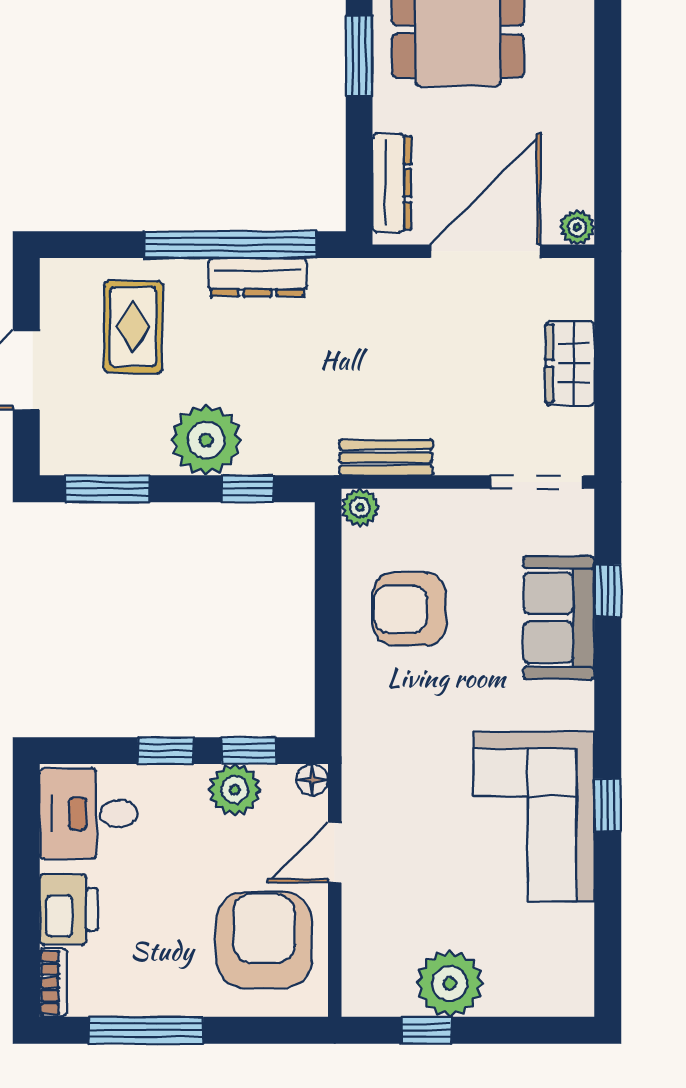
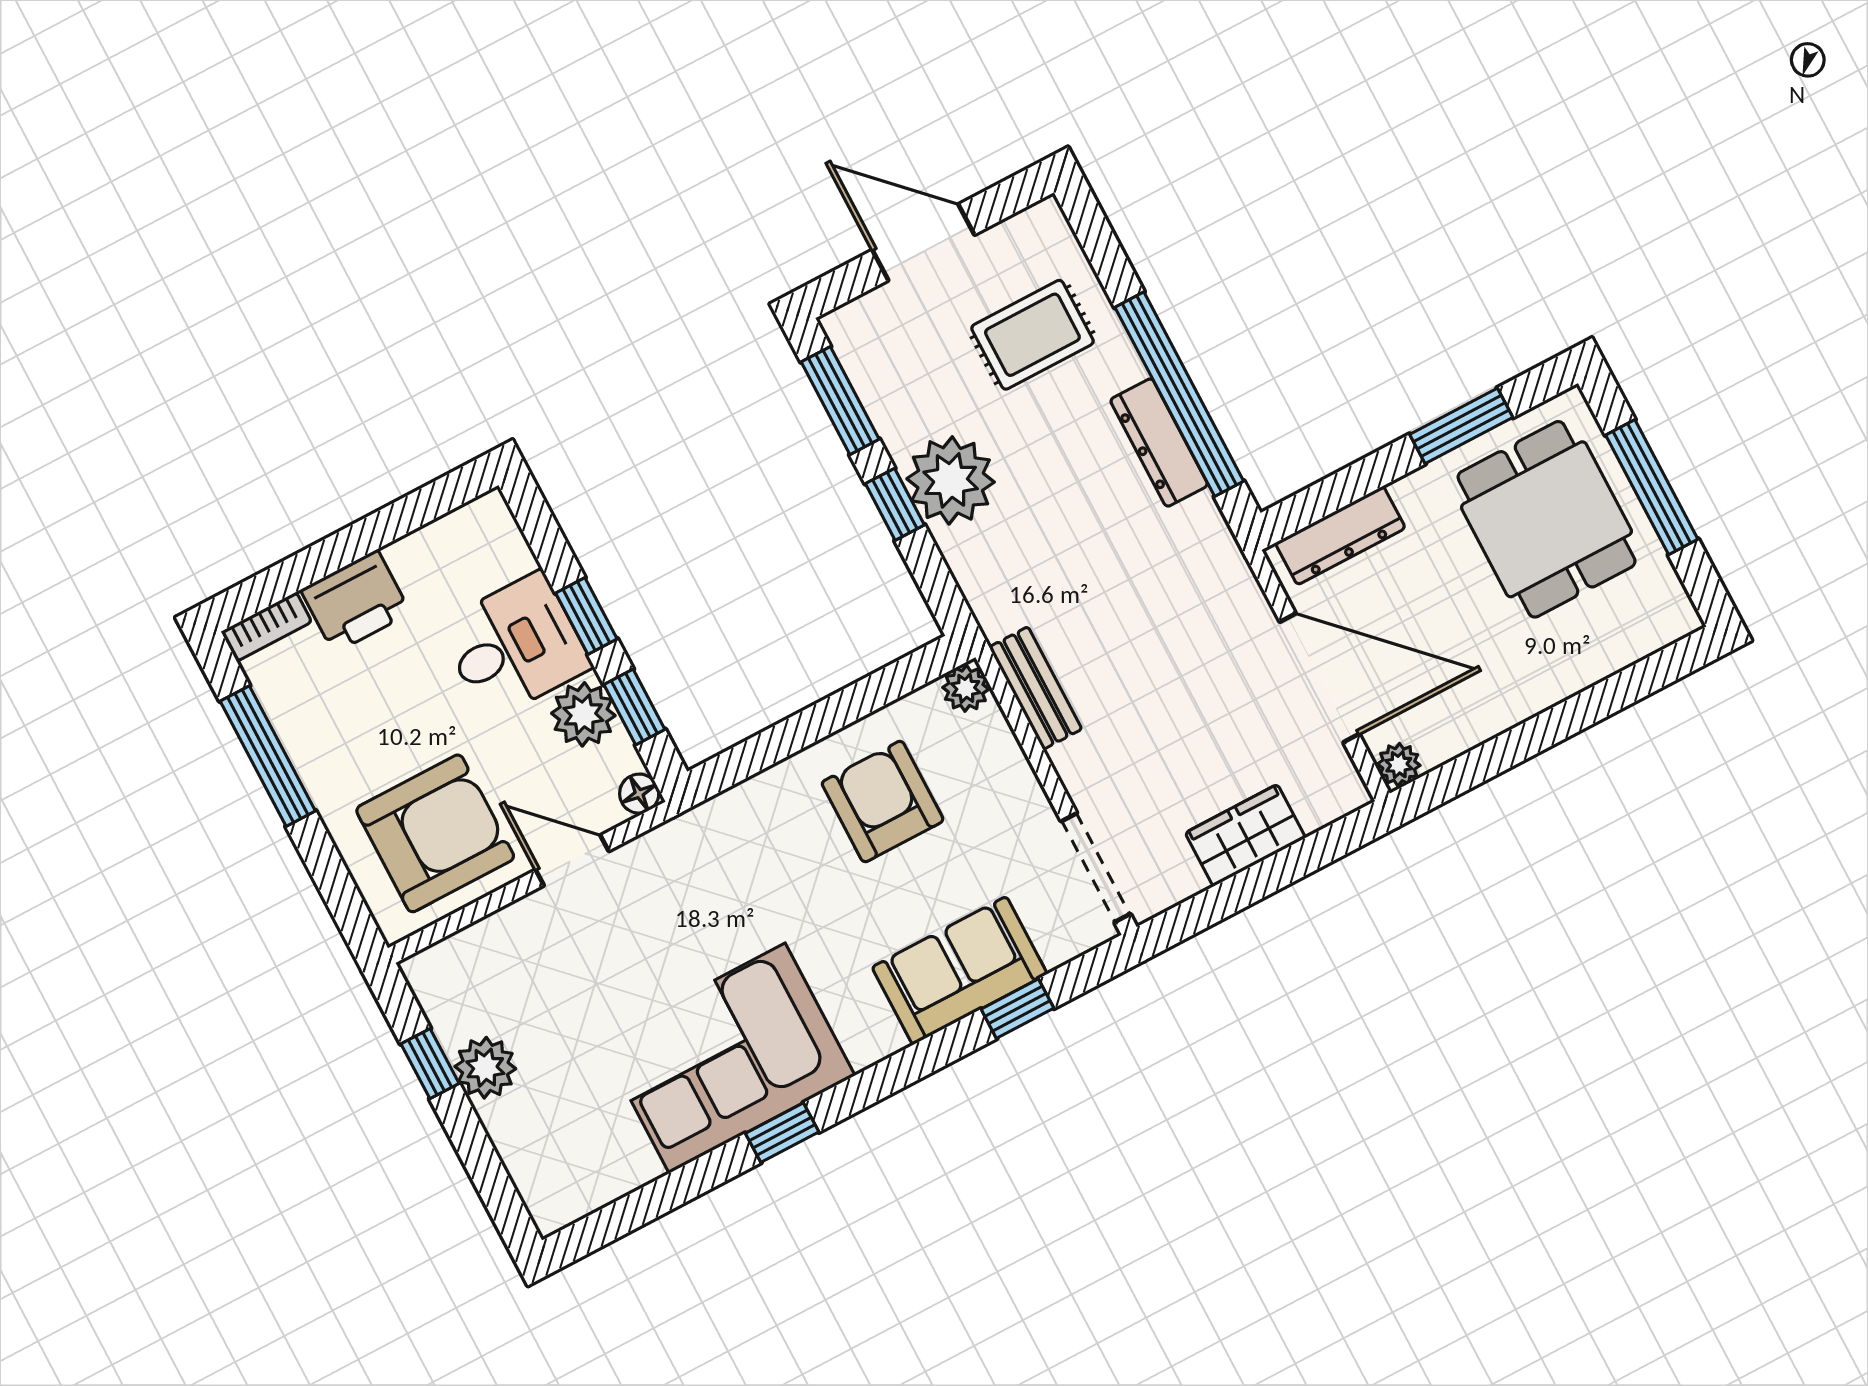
window: (248, 489) -> (895, 504), moved
desk: (89, 814) -> (515, 646), moved, turned 90
plant: (450, 983) -> (485, 1068), width x0.73, depth x0.73

